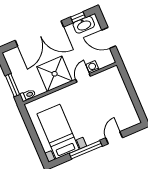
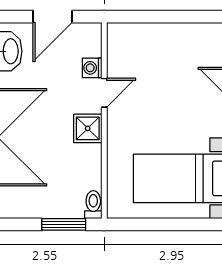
shower: (55, 74) -> (88, 128), width x0.54, depth x0.54
door: (83, 78) -> (104, 93), swing flipped

